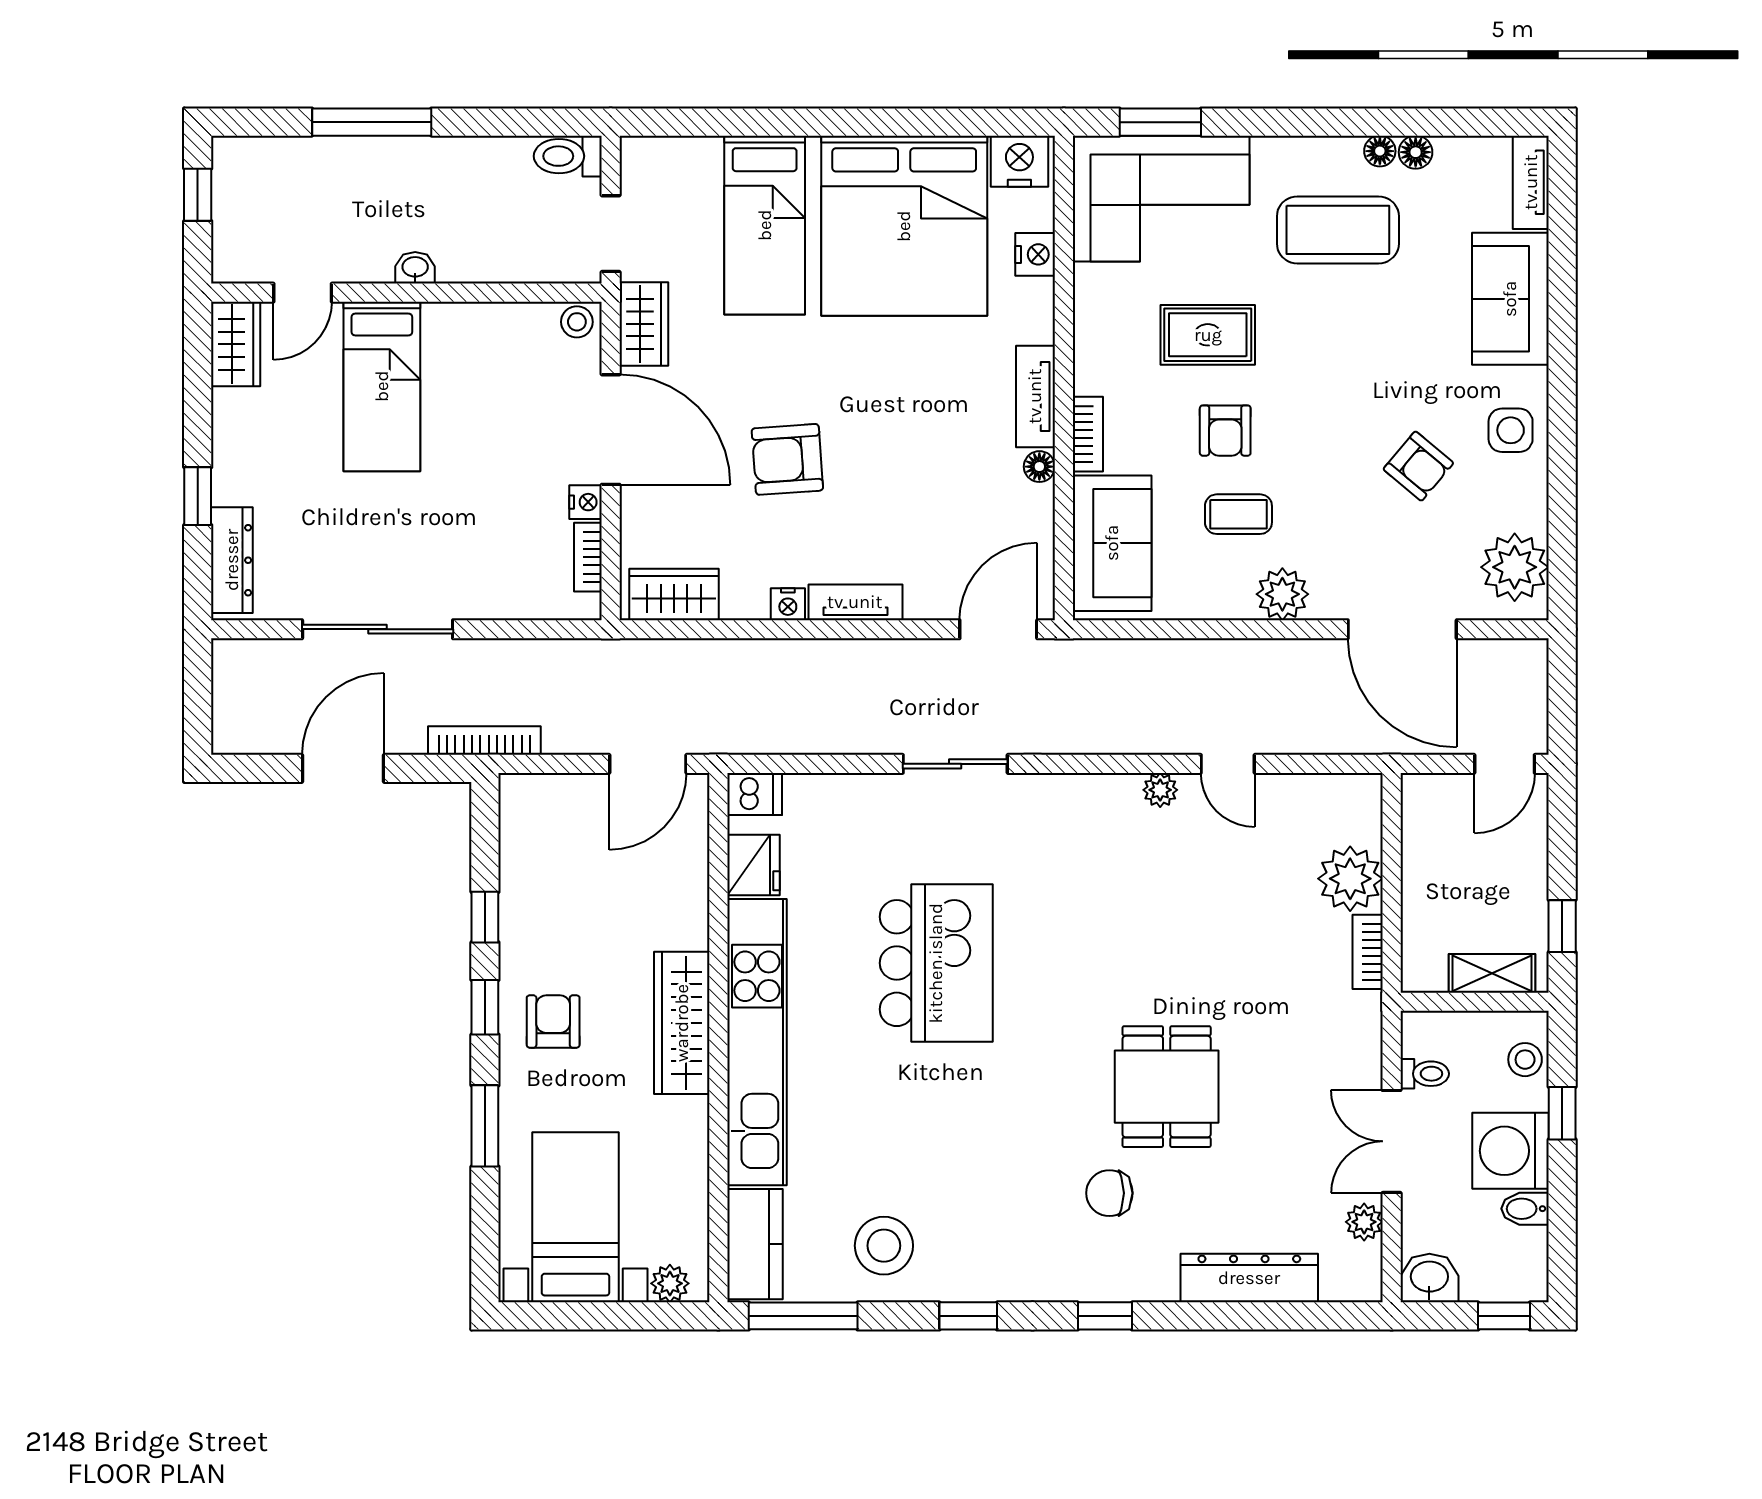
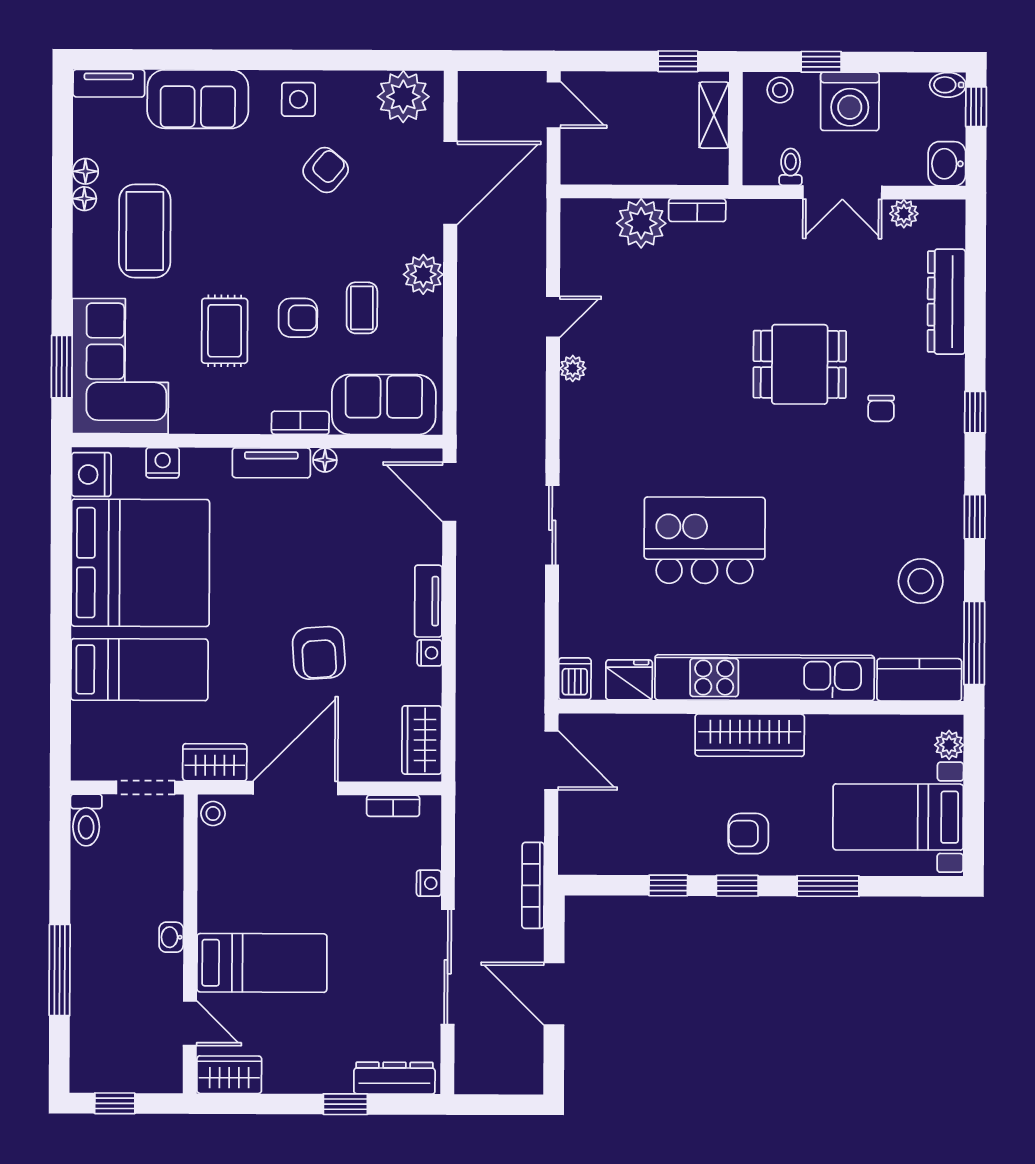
nightstand: (586, 502) -> (429, 883), moved, turned 90
chair: (1109, 1193) -> (881, 408), width x0.73, depth x0.73
bidet: (1525, 1209) -> (948, 85), moved, turned 90

